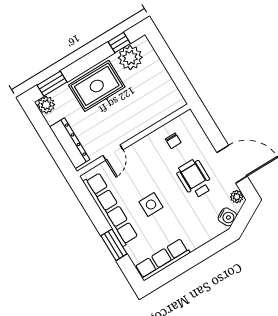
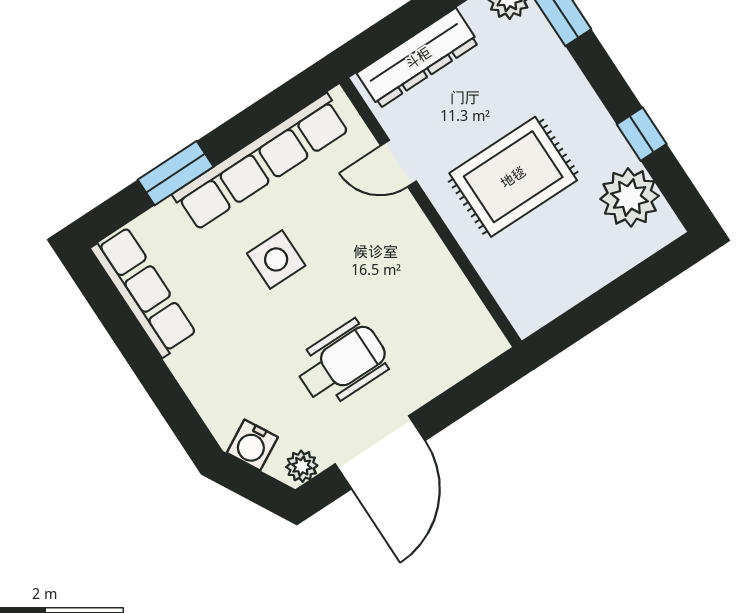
window: (119, 43) -> (642, 134), moved
rug: (97, 86) -> (513, 177), moved, turned 90
chair: (173, 141) -> (432, 308), removed

